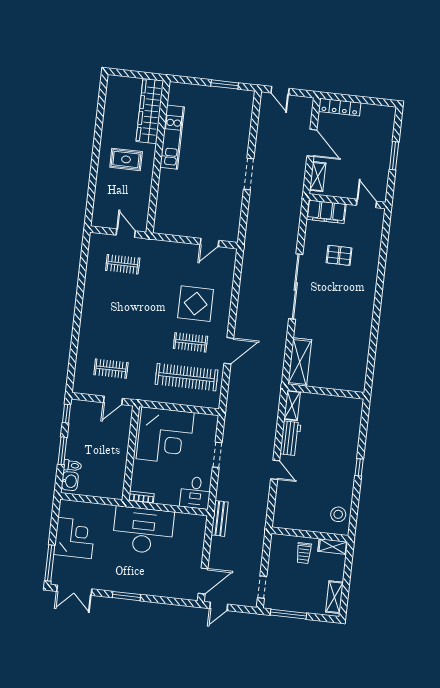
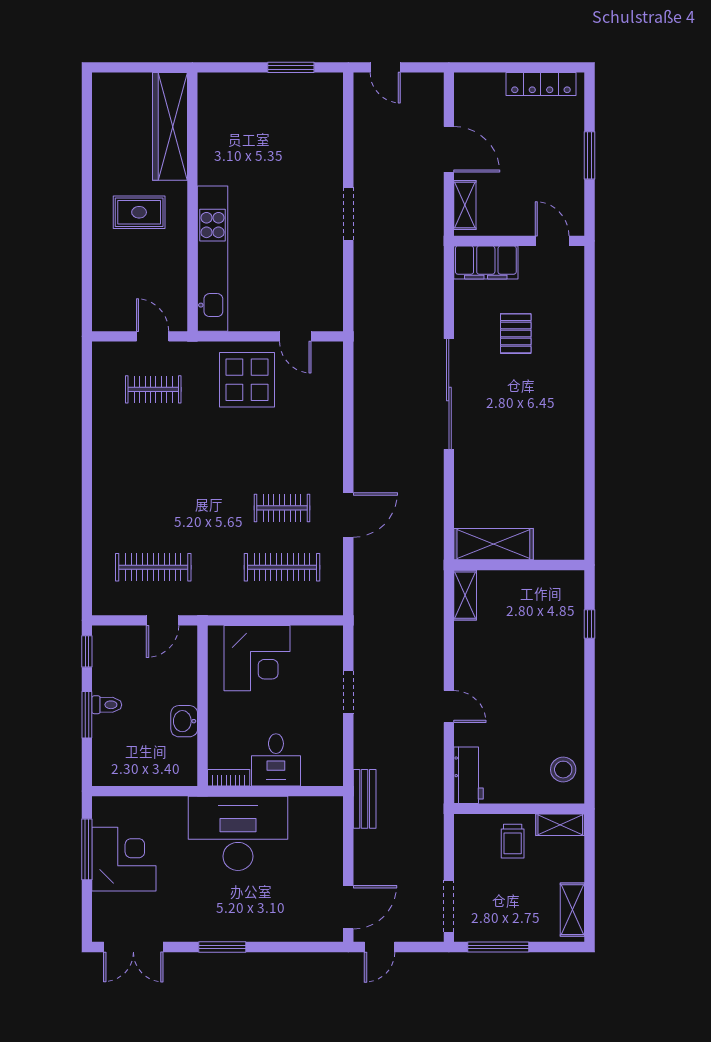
locker: (340, 107) -> (541, 84), moved
kitchen unit: (172, 137) -> (213, 259), moved, width x1.36
door: (210, 242) -> (295, 336), hinge flipped
pallet: (339, 255) -> (516, 333), turned 90
display table: (196, 304) -> (247, 380), moved
shelving: (300, 362) -> (493, 544), moved, turned 90
clothes rail: (111, 369) -> (153, 567), width x1.36
clothes rail: (186, 377) -> (282, 567), width x0.73, depth x0.76
corner desk: (165, 436) -> (257, 658), width x0.74, depth x0.74
workbench: (290, 438) -> (468, 775), moved
toilet: (72, 465) -> (107, 705), moved
window: (359, 467) -> (590, 624), moved
washbasin: (70, 481) -> (184, 721), moved, turned 180
desk: (195, 493) -> (276, 760), moved
window: (50, 563) -> (87, 849), moved
doorway: (262, 587) -> (449, 906), width x1.38

